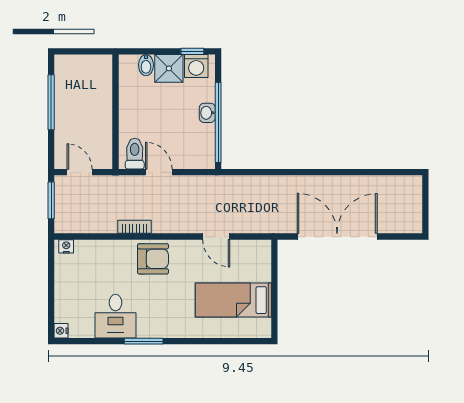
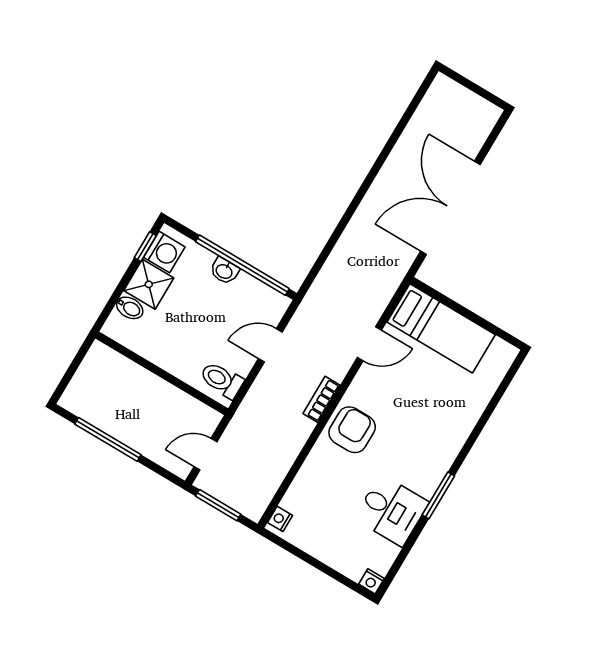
door: (159, 172) -> (270, 345), moved
bookcase: (135, 227) -> (321, 399), moved
bed: (233, 300) -> (441, 328), moved, turned -90

